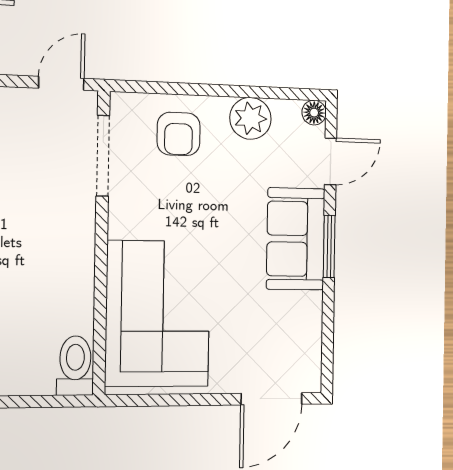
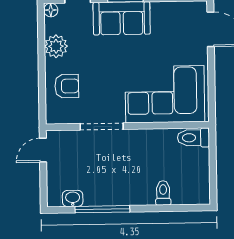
door: (61, 83) -> (43, 150), hinge flipped
doorway: (103, 156) -> (102, 126), moved

